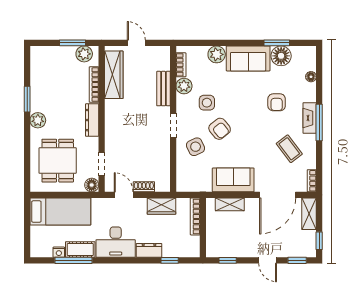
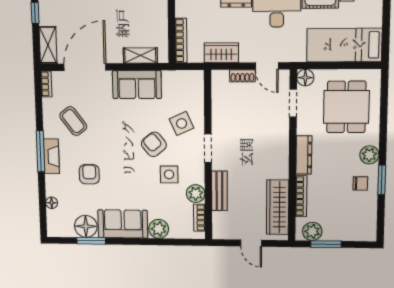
chair: (45, 96) -> (360, 183), added

